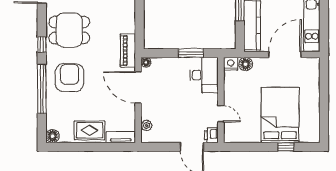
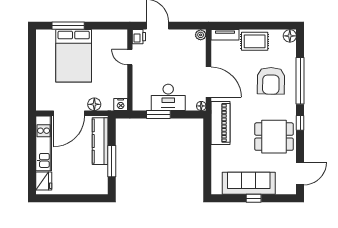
piano: (128, 51) -> (221, 123), width x1.37, depth x1.33
floor lamp: (246, 64) -> (94, 104), moved
desk: (204, 75) -> (168, 97), moved, turned -90
armchair: (69, 78) -> (271, 81), moved
plant: (146, 125) -> (201, 35), moved
window: (286, 147) -> (68, 26), width x2.17

